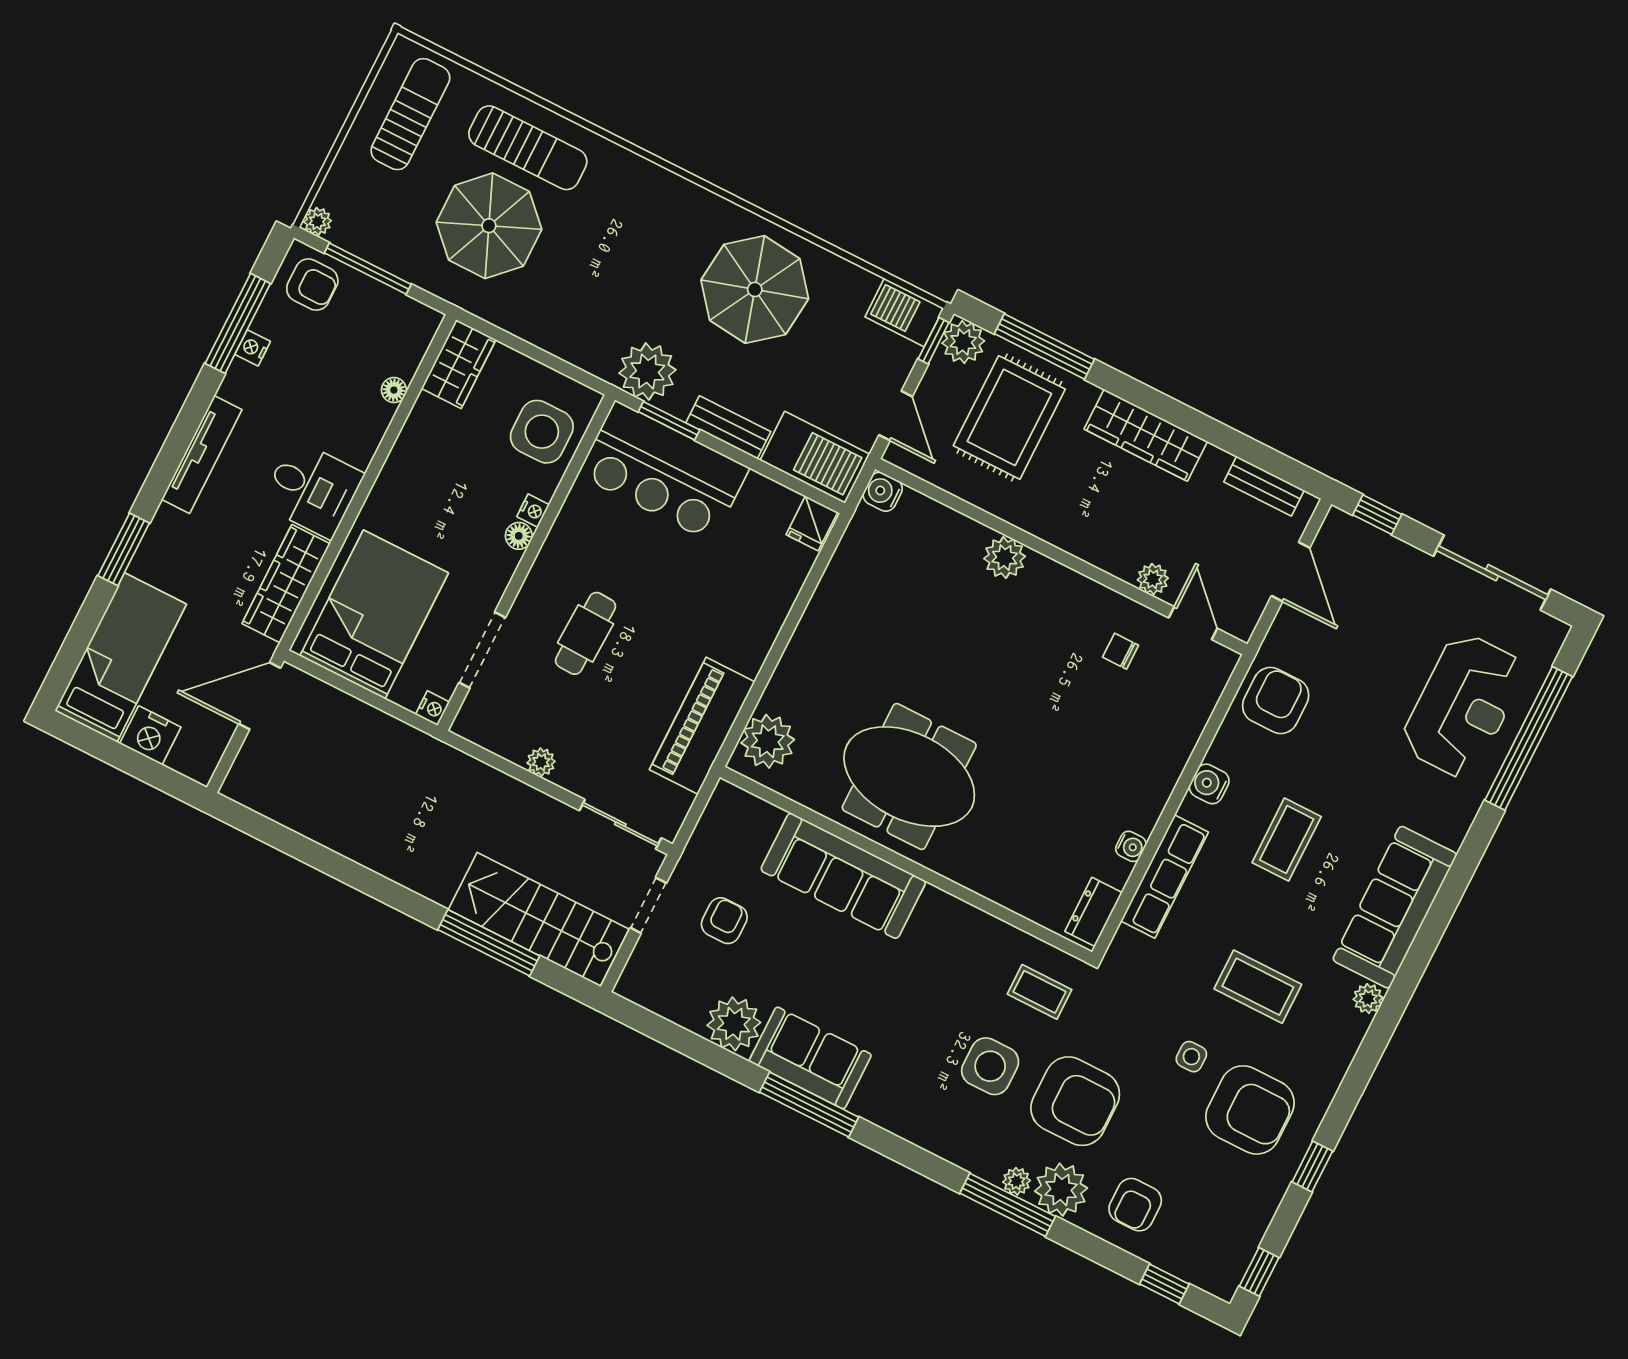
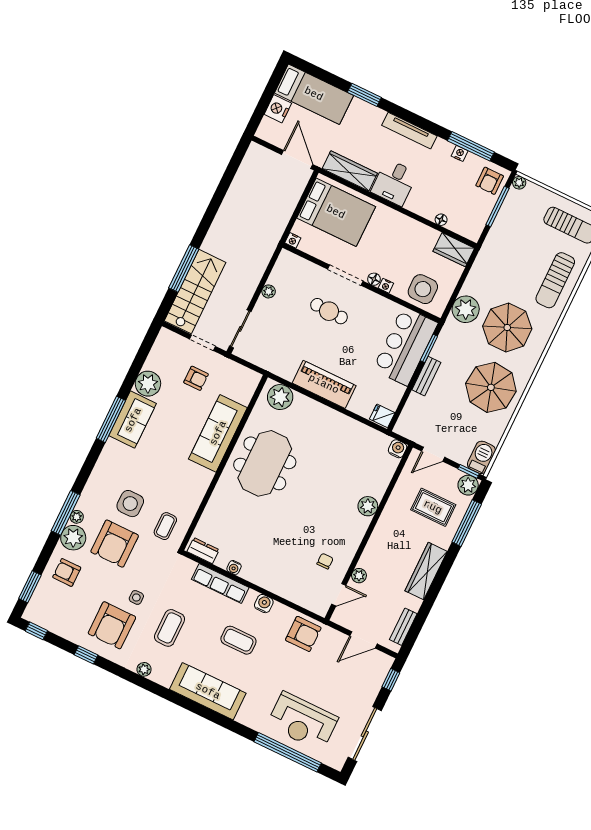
parasol: (489, 226) -> (507, 327), moved
plant: (647, 371) -> (466, 309), moved
rug: (1009, 417) -> (433, 507), width x0.73, depth x0.70
barbecue: (815, 457) -> (413, 417), removed
doorway: (482, 650) -> (345, 275), moved
piano: (702, 726) -> (324, 384), moved
plant: (1368, 999) -> (144, 669), moved
window: (1164, 1284) -> (30, 587), width x1.50

